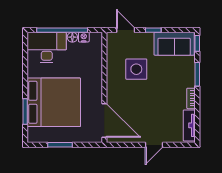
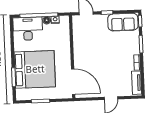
side table: (136, 69) -> (95, 42), removed

